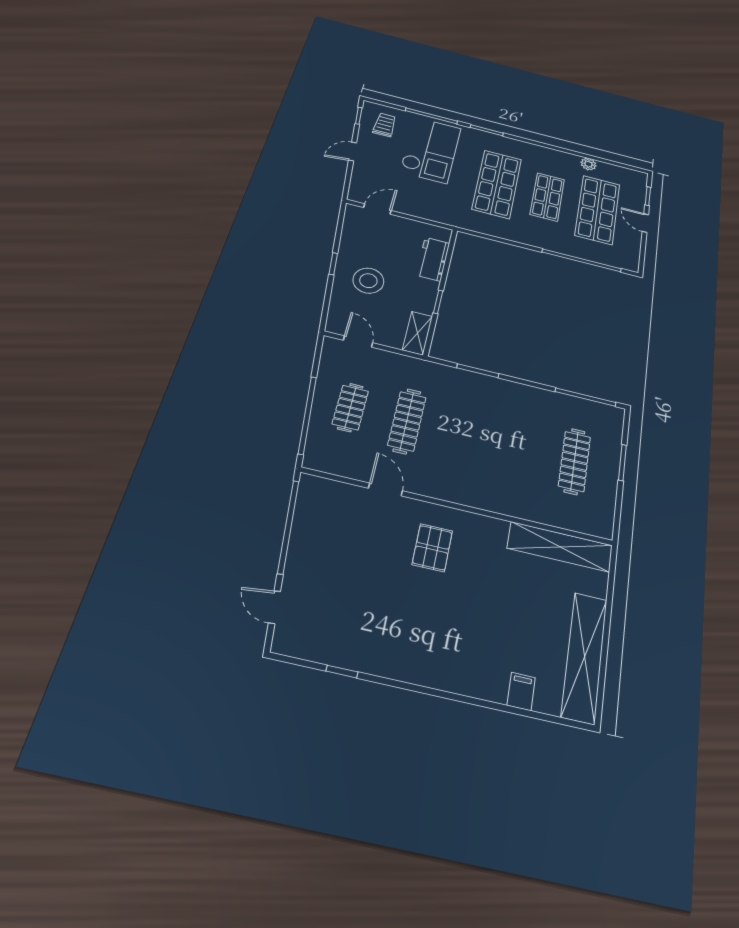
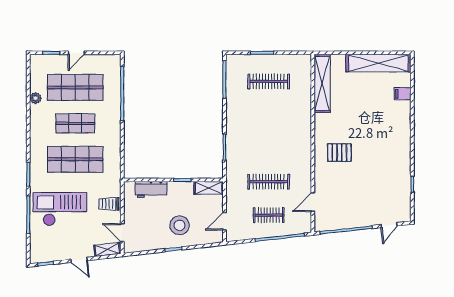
trolley: (385, 125) -> (109, 204), moved
shelving: (358, 186) -> (107, 250), added
door: (385, 489) -> (313, 202), moved

